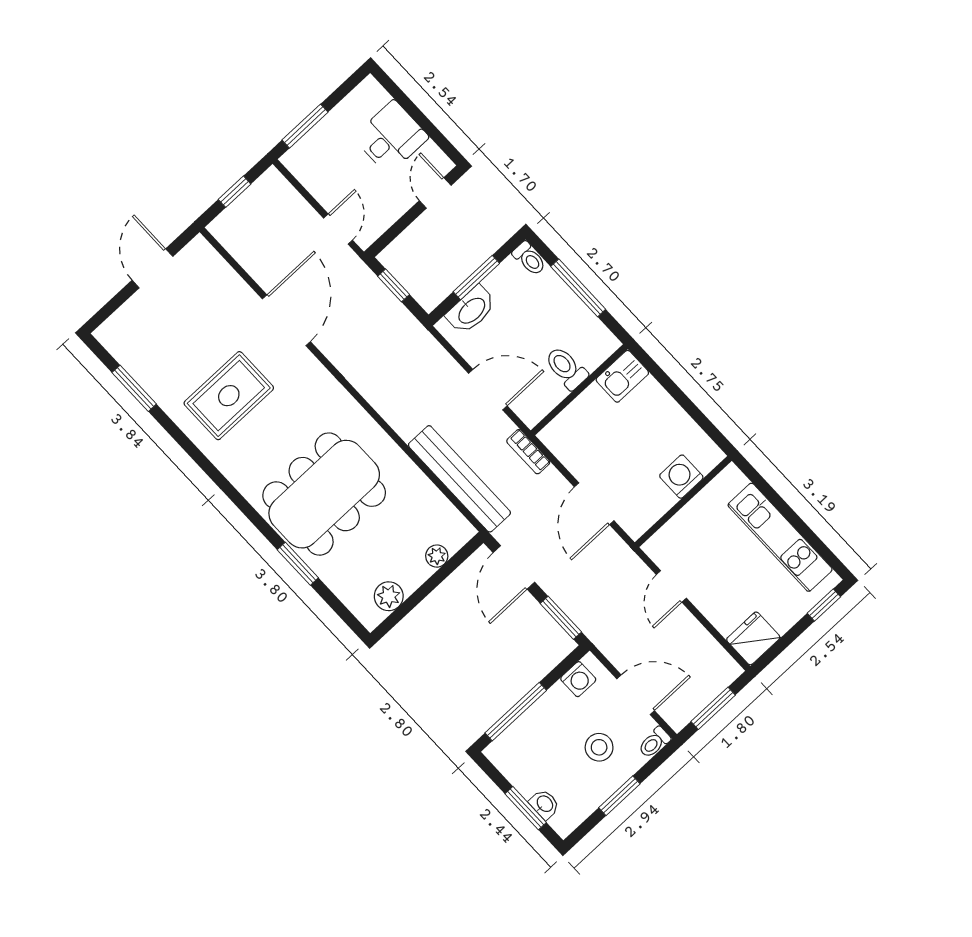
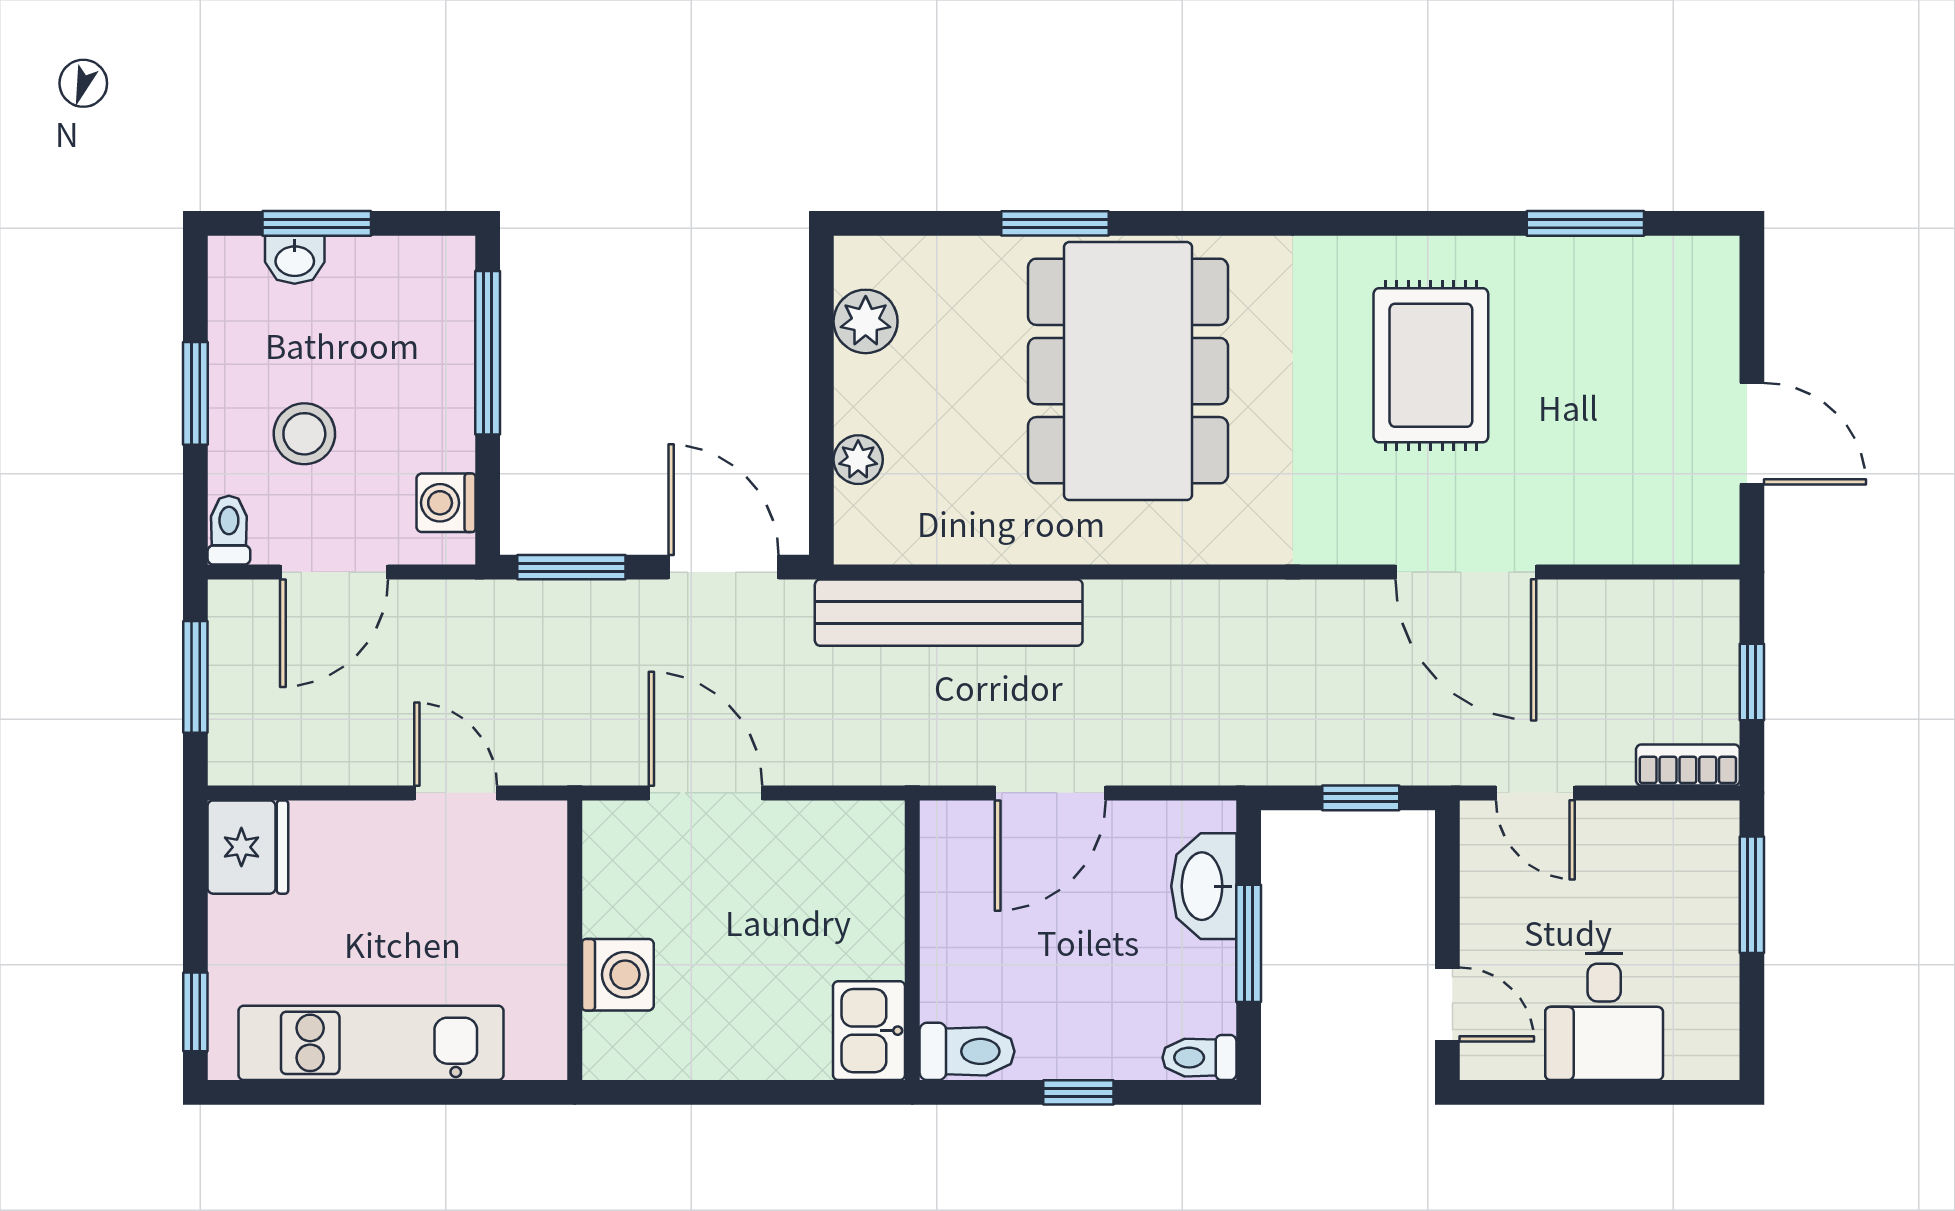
window: (578, 288) -> (1078, 1092), width x0.46
toilet: (566, 368) -> (967, 1051), moved
bookcase: (528, 452) -> (1688, 765), moved

